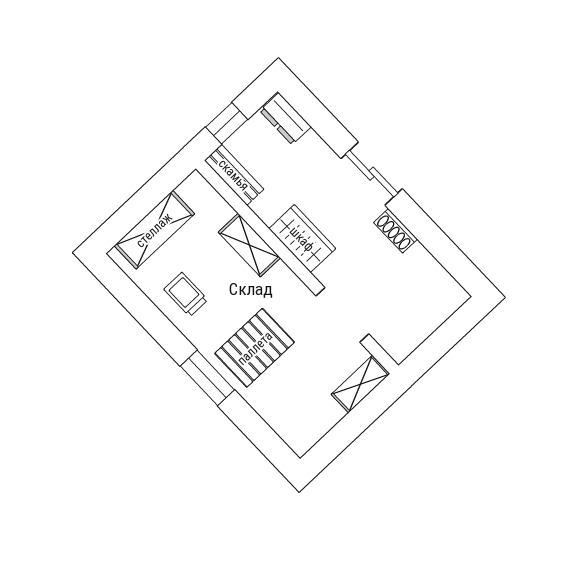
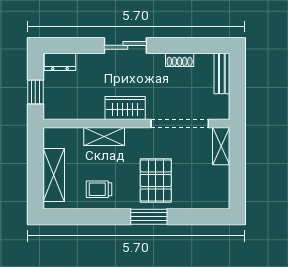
bench: (234, 175) -> (222, 73), moved, turned 90
shoe rack: (396, 231) -> (180, 60), moved
doorway: (342, 315) -> (180, 123), width x1.36

